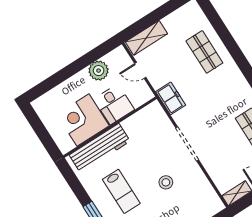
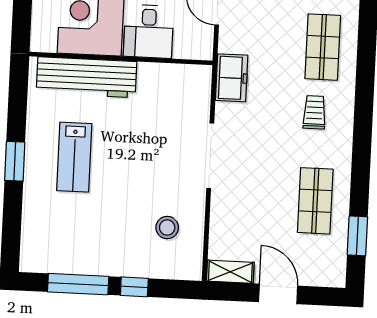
trolley: (223, 87) -> (315, 112), added
stool: (166, 182) -> (167, 228), moved

